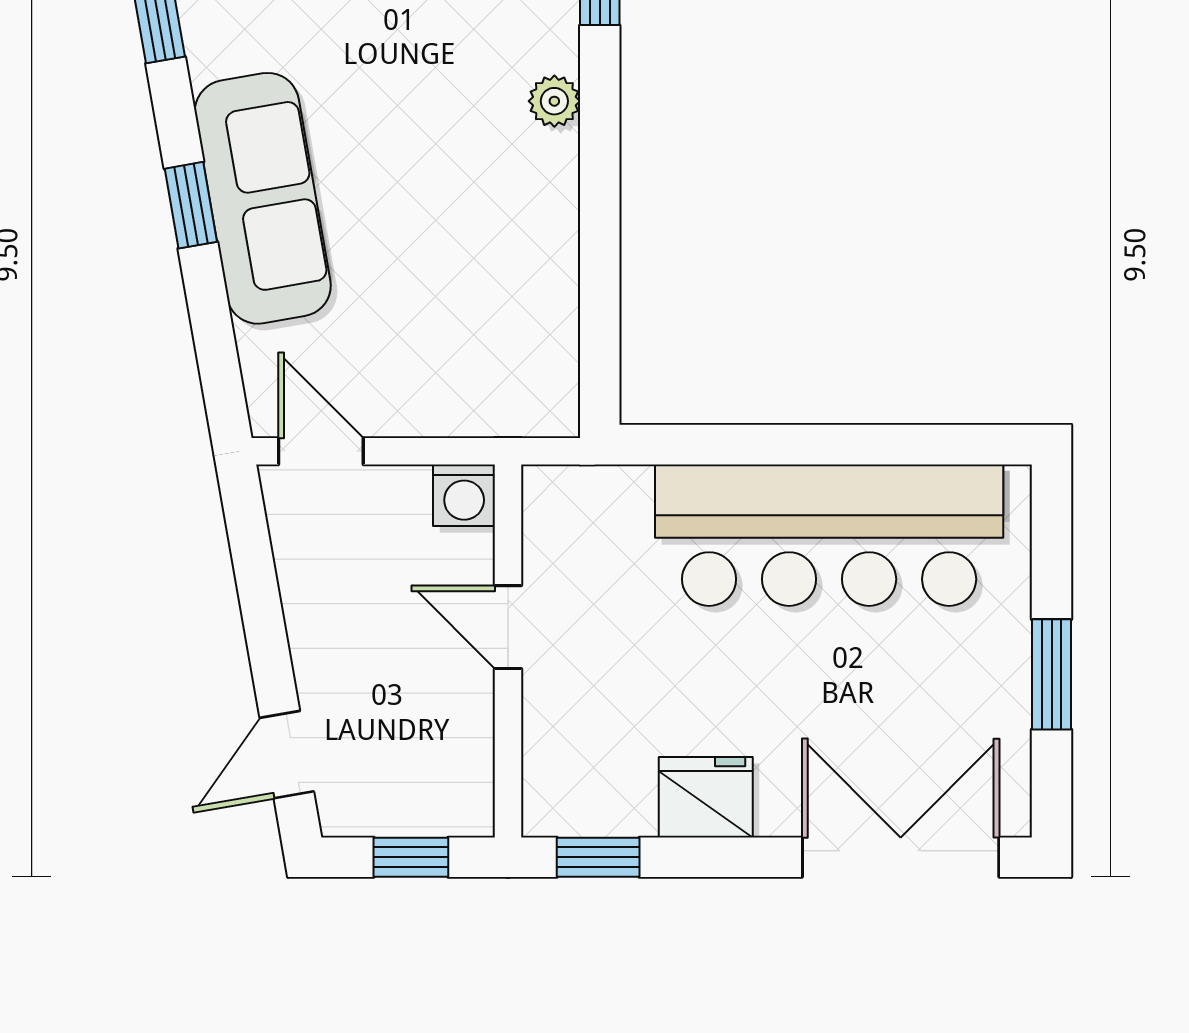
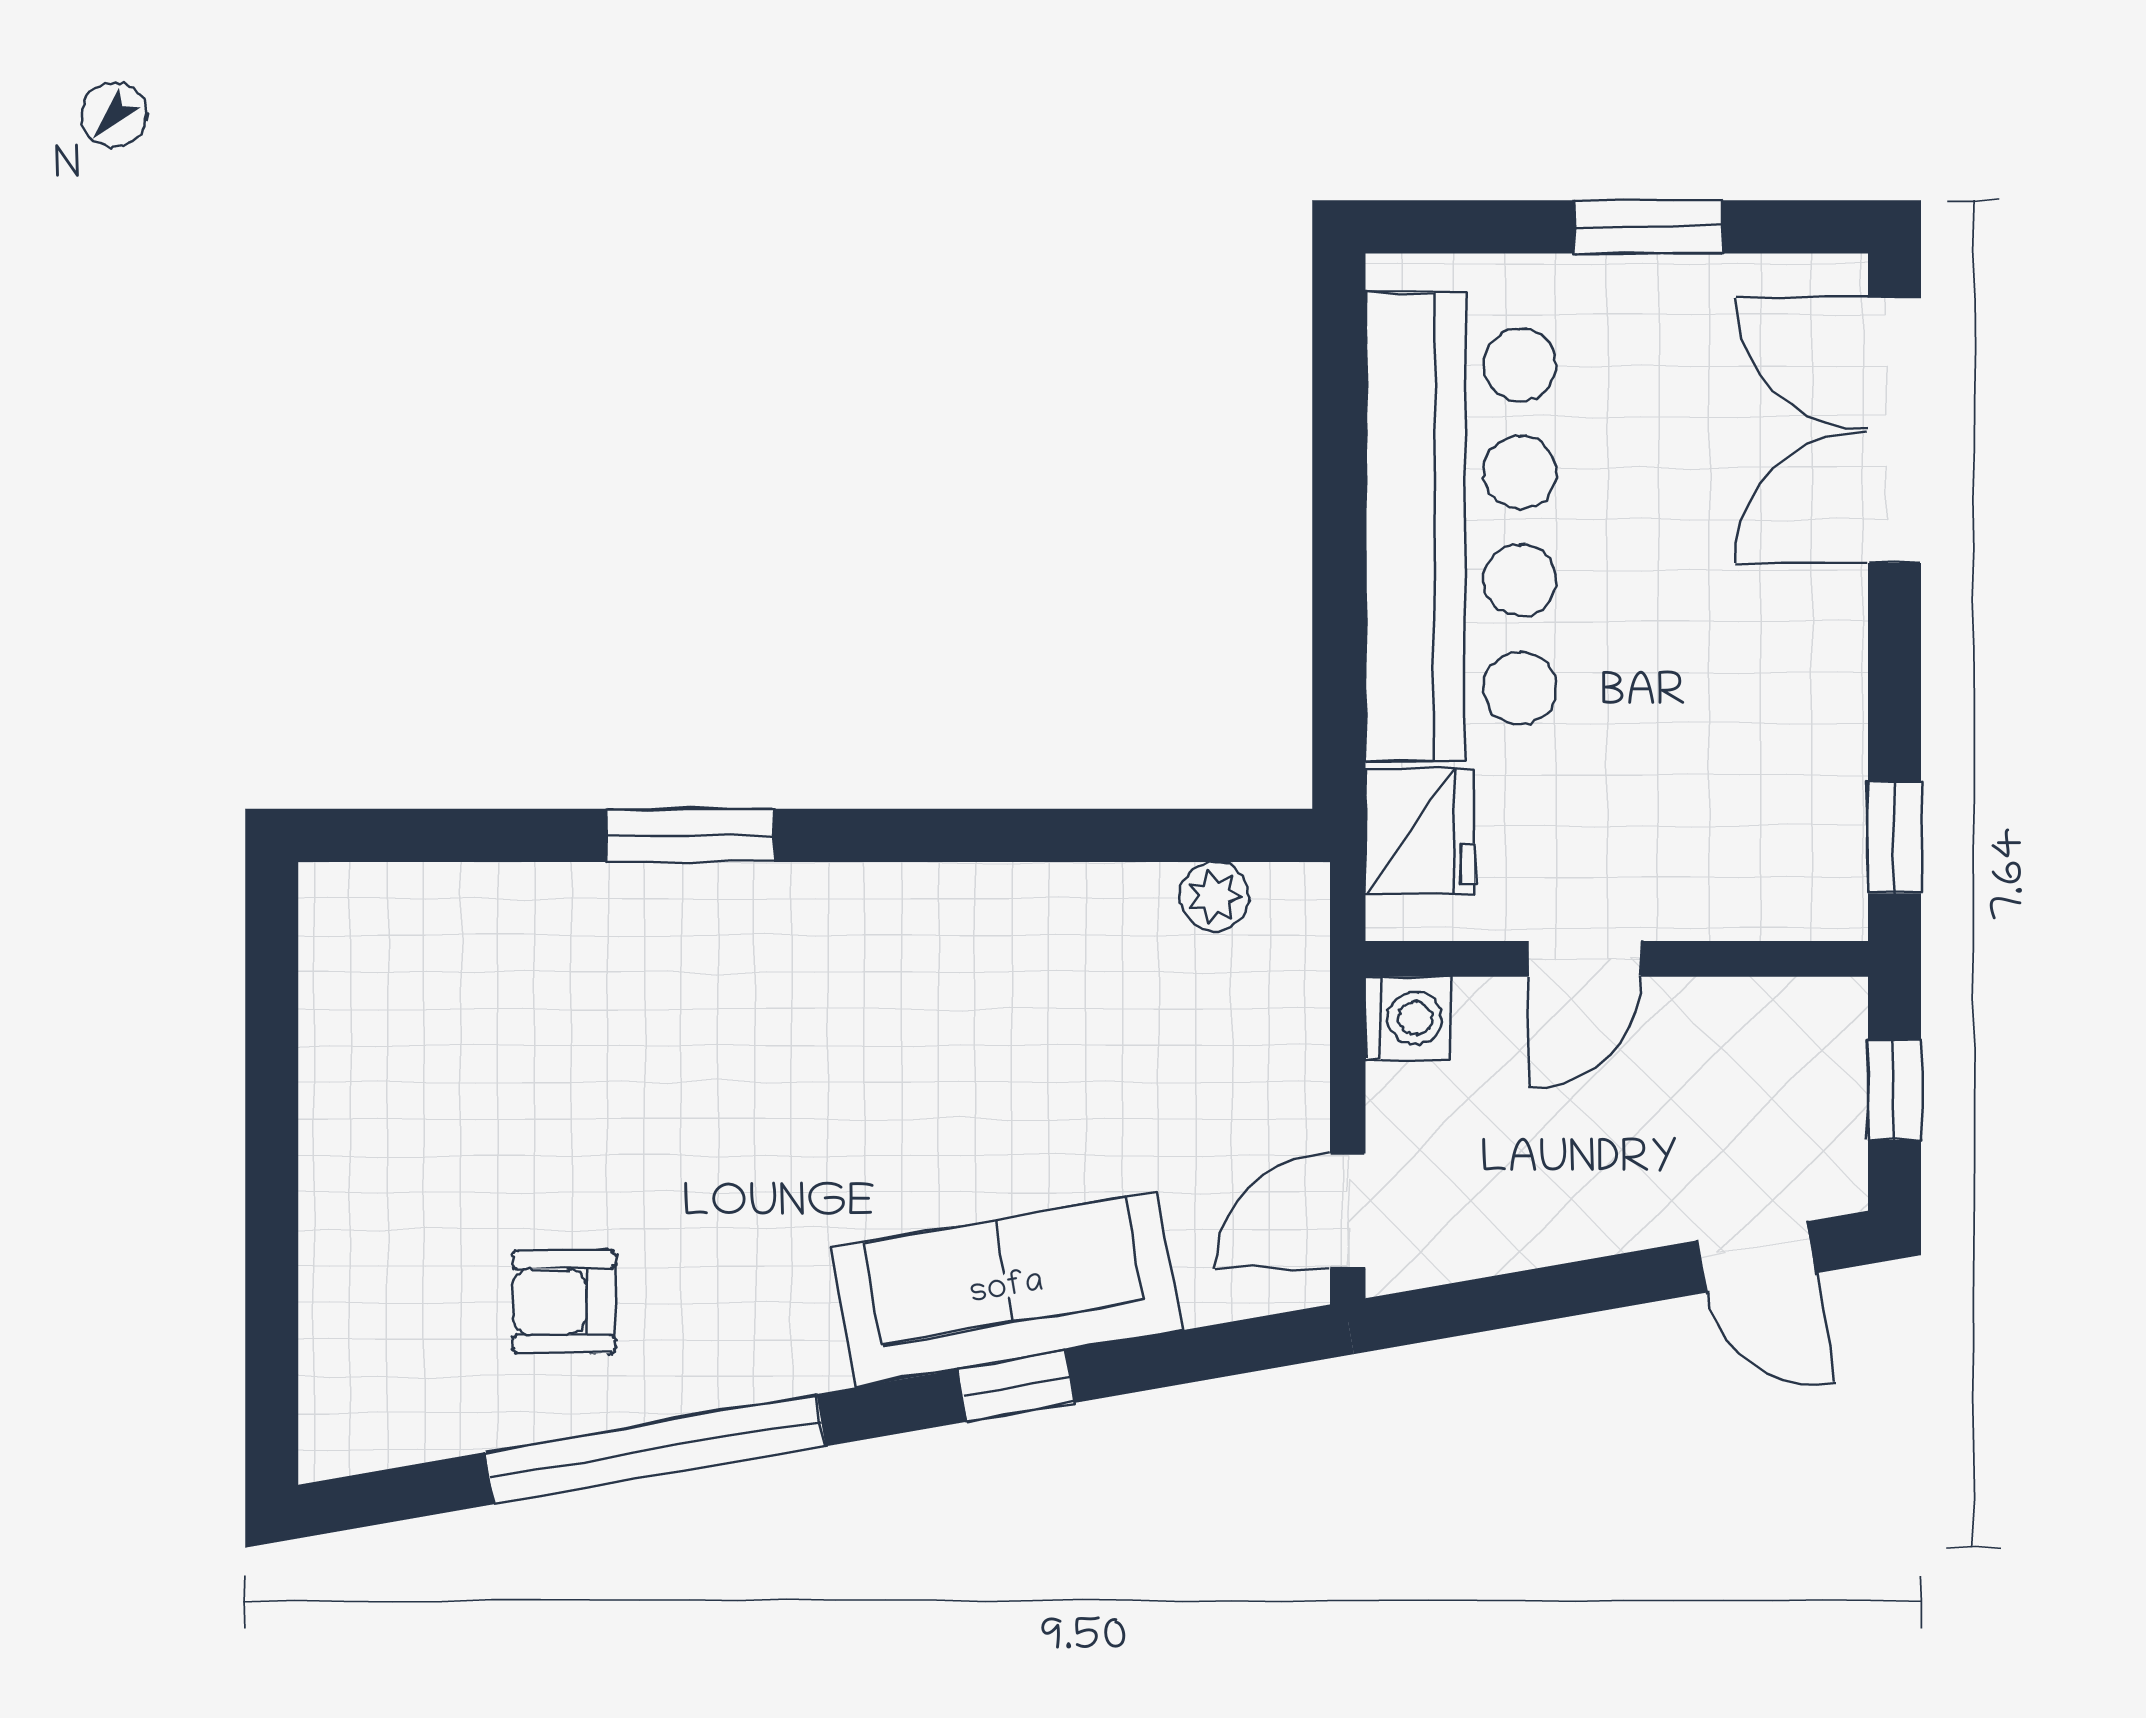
plant: (554, 101) -> (1214, 897), moved
fridge: (706, 797) -> (1420, 831), moved, turned 180

